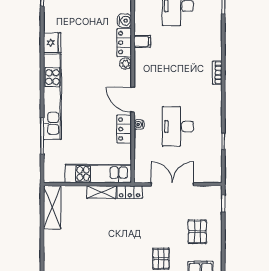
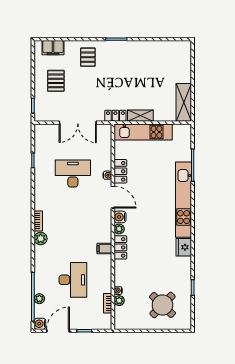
water cooler: (124, 21) -> (120, 217), moved
plant: (215, 53) -> (41, 239), added
desk: (178, 126) -> (73, 174), turned -90

